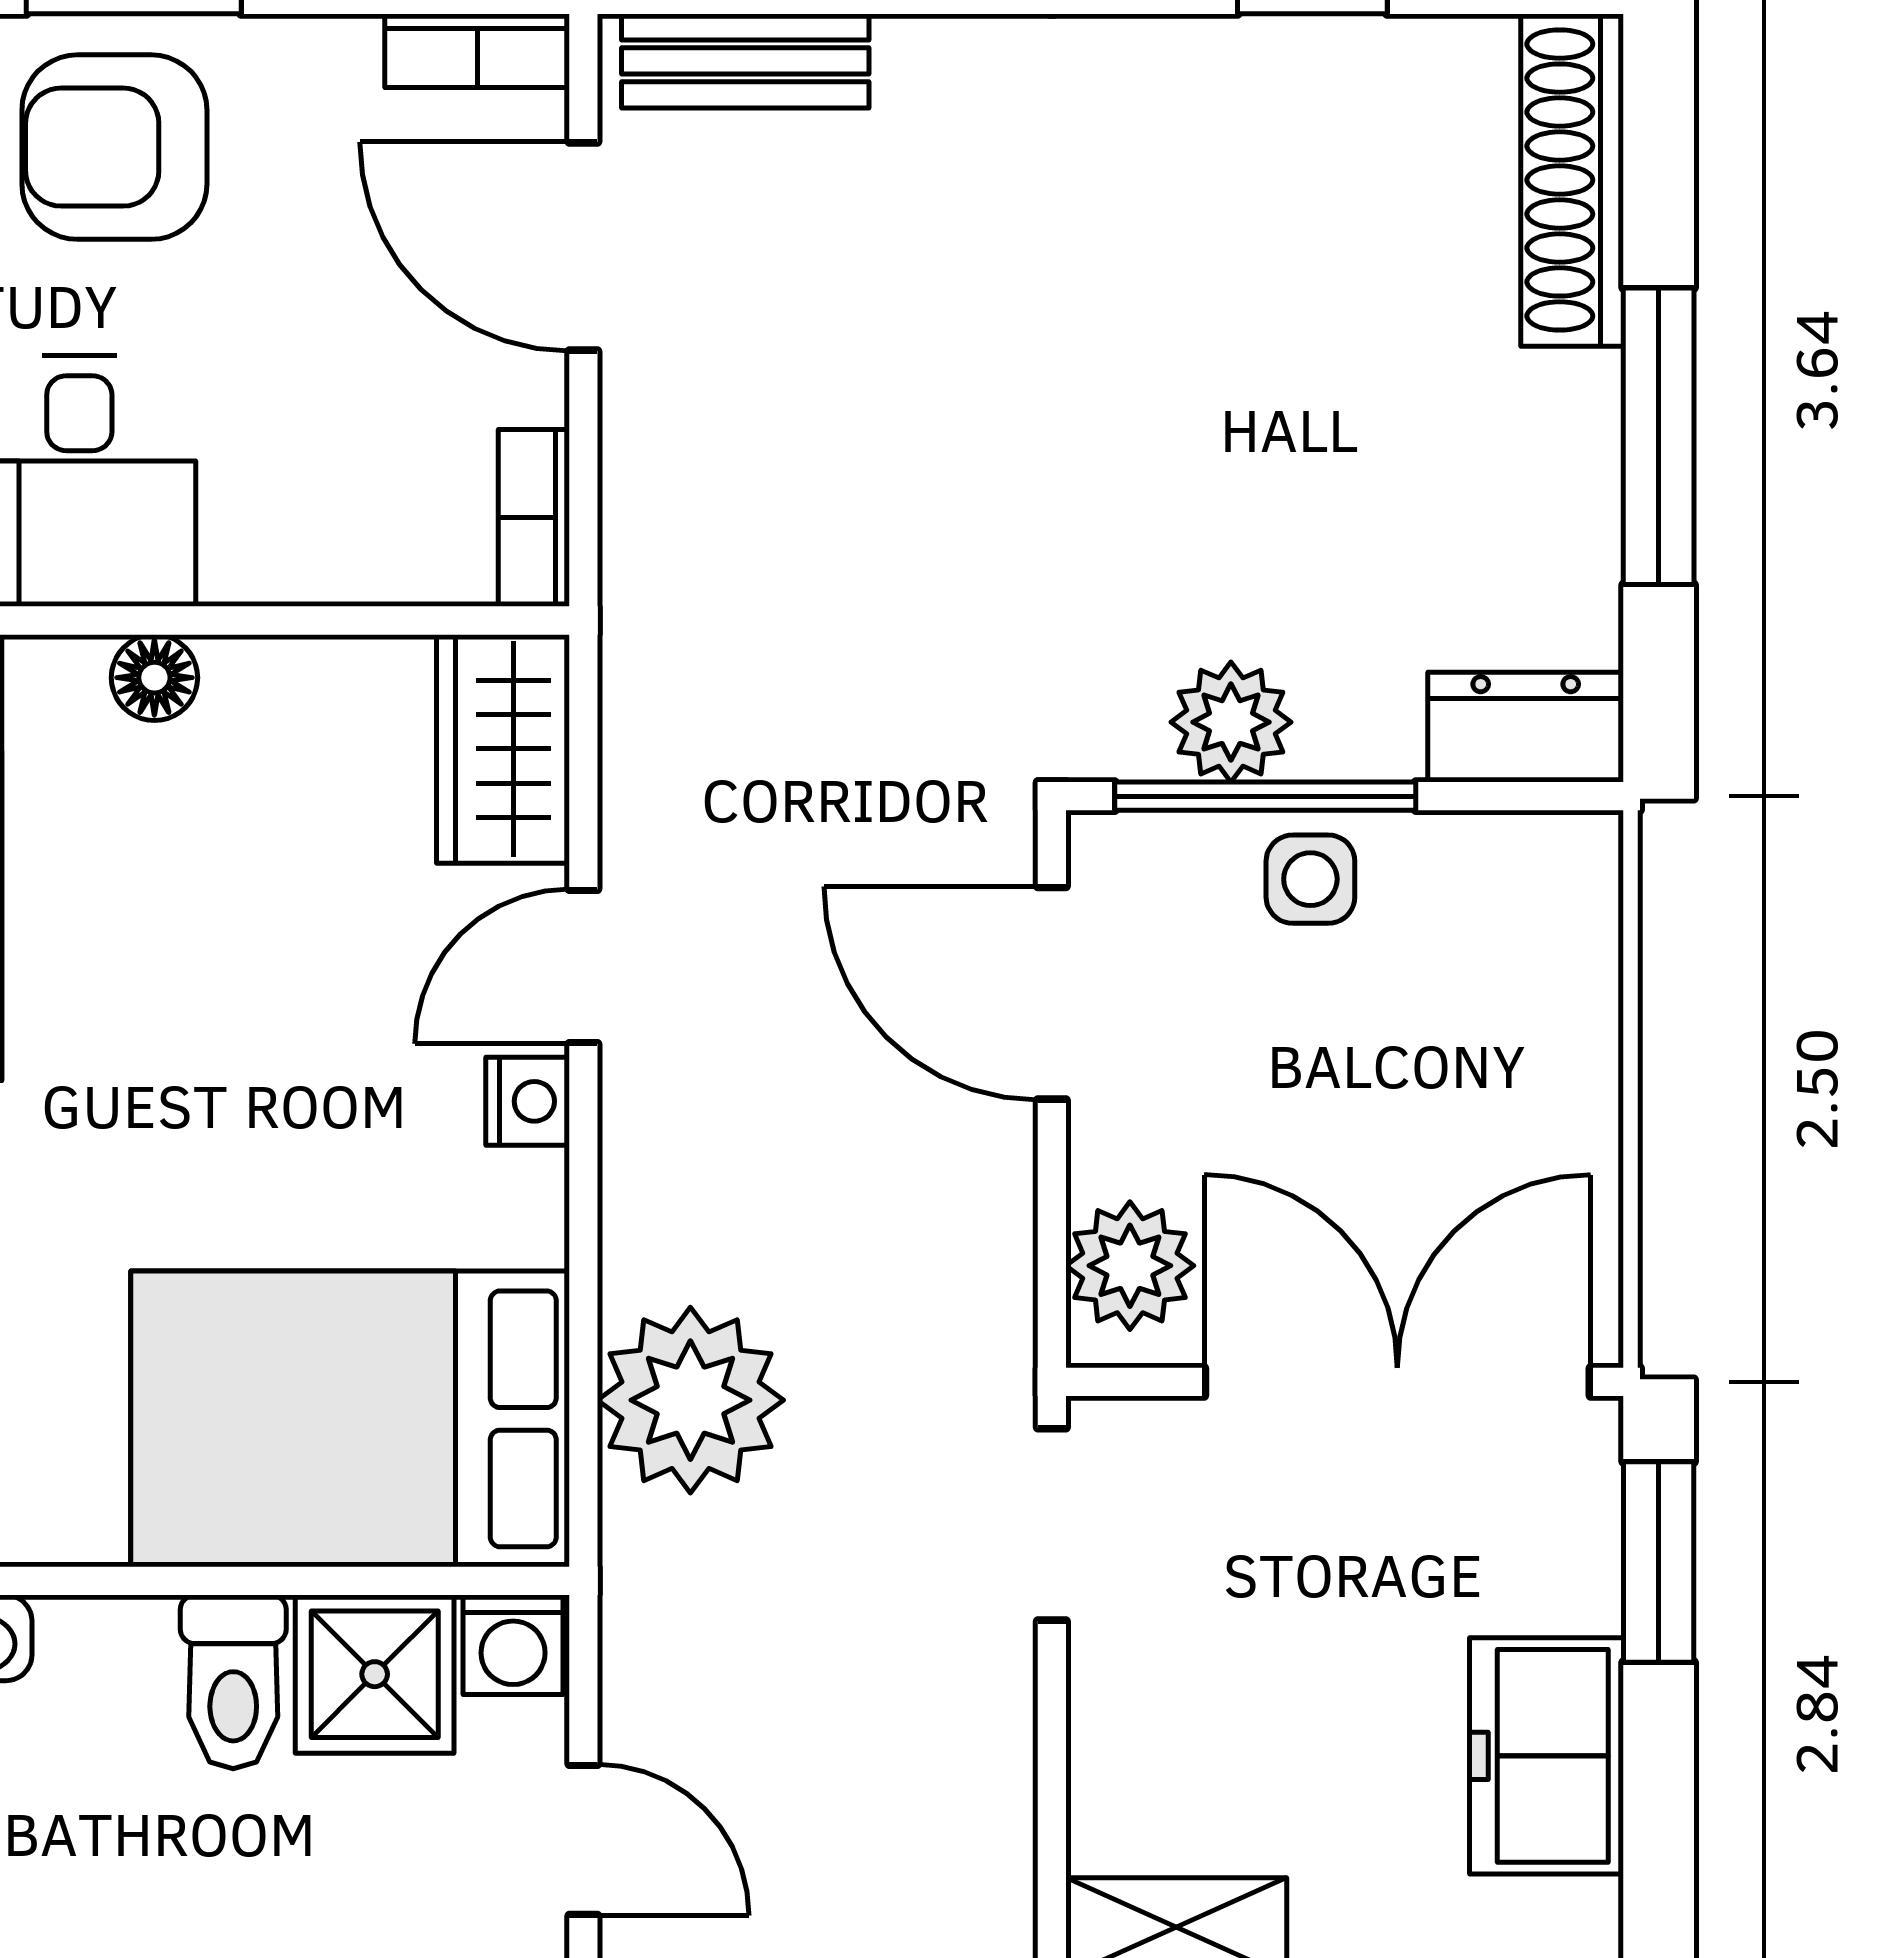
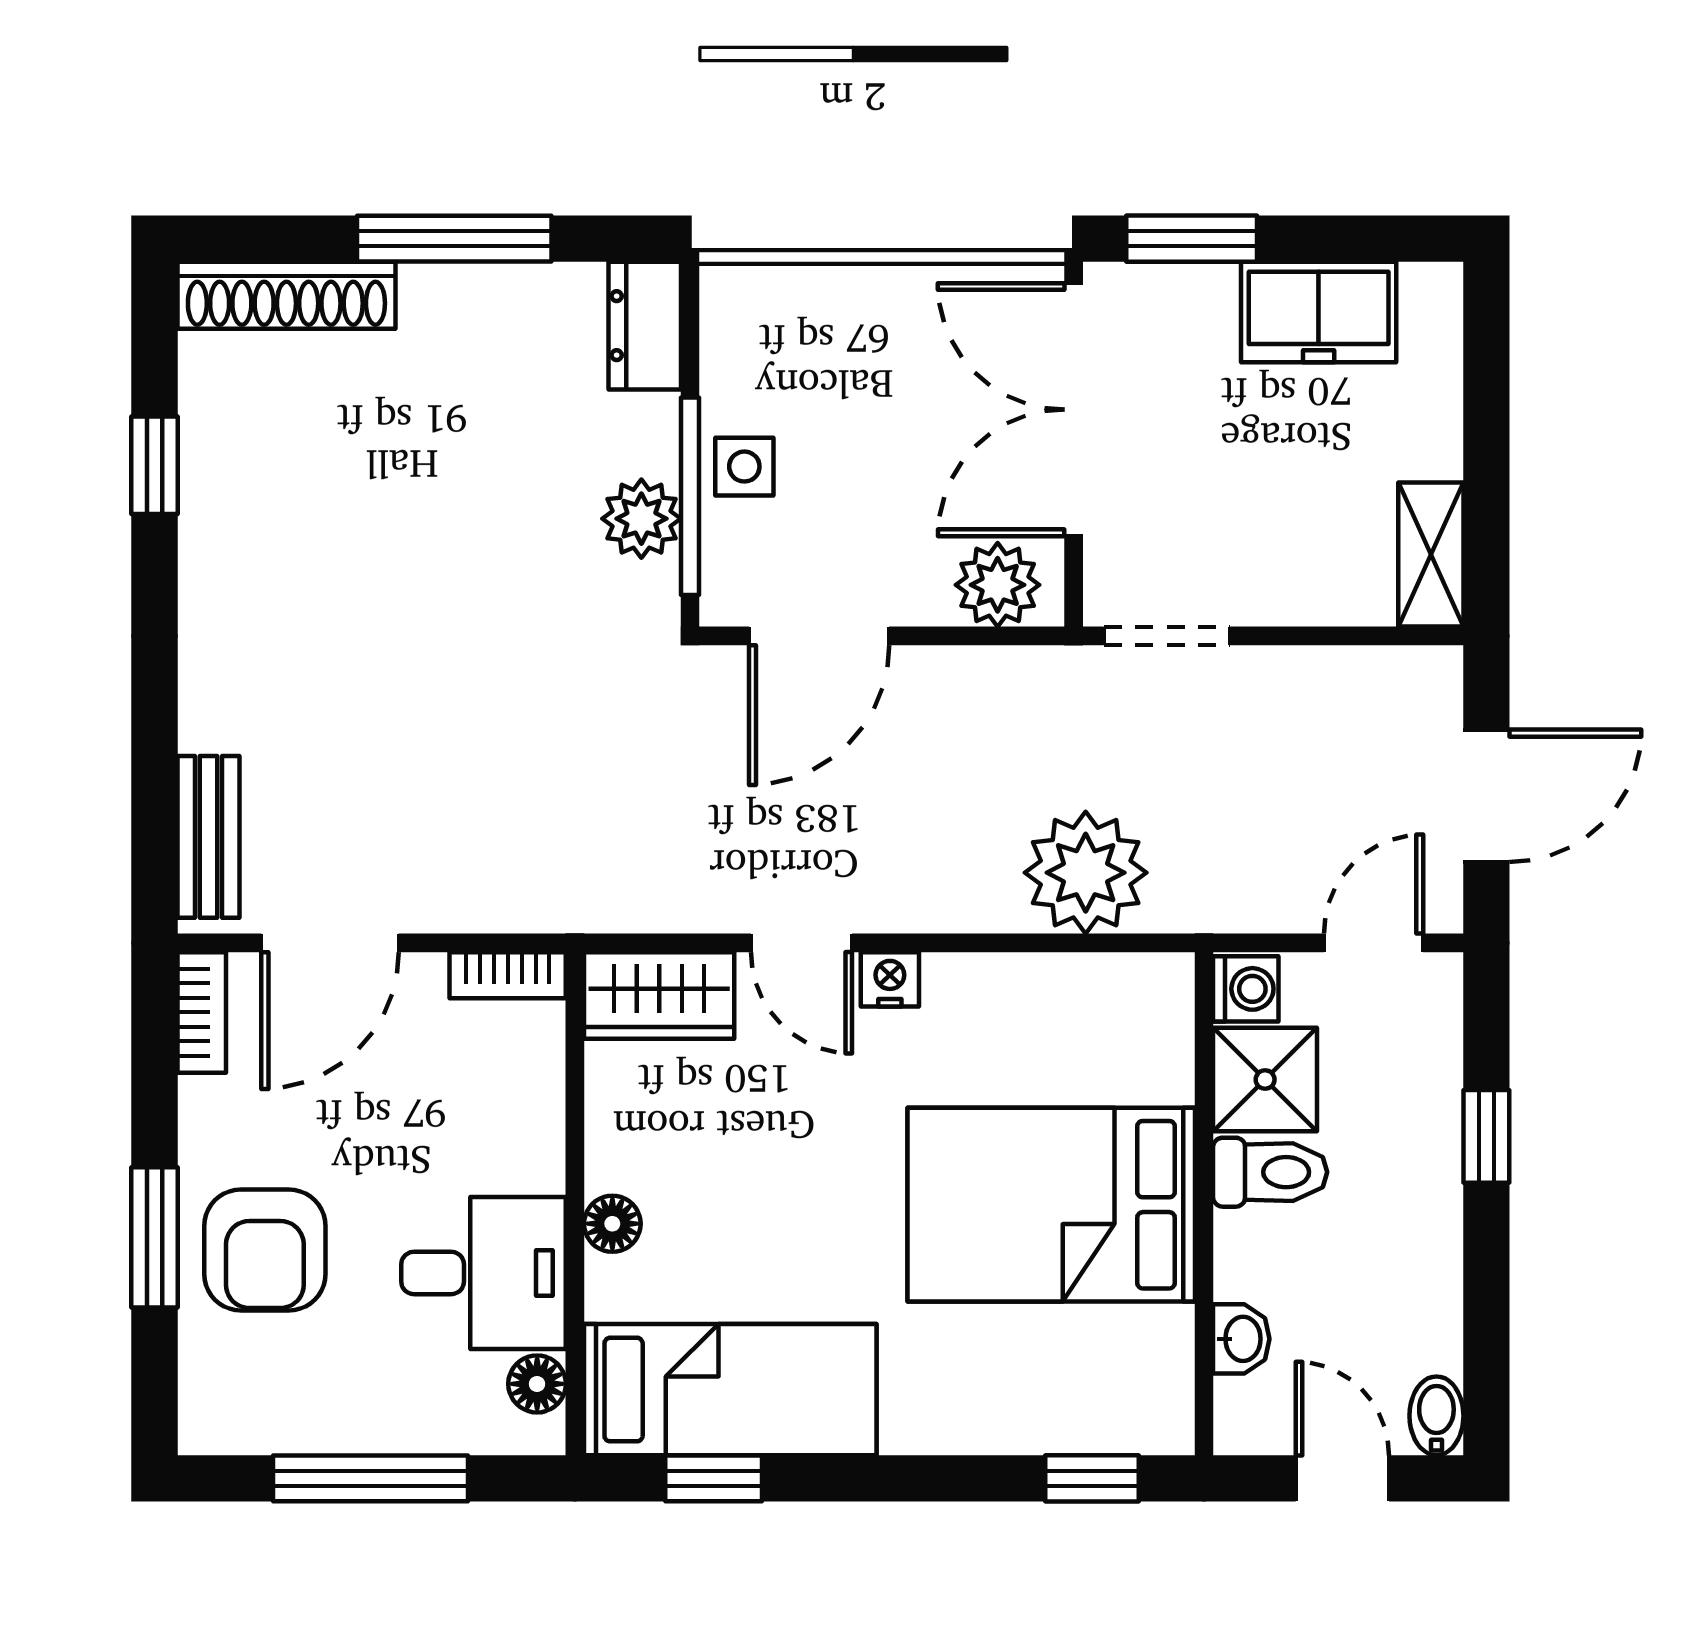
bed: (350, 1419) -> (1051, 1205), moved, turned 90

